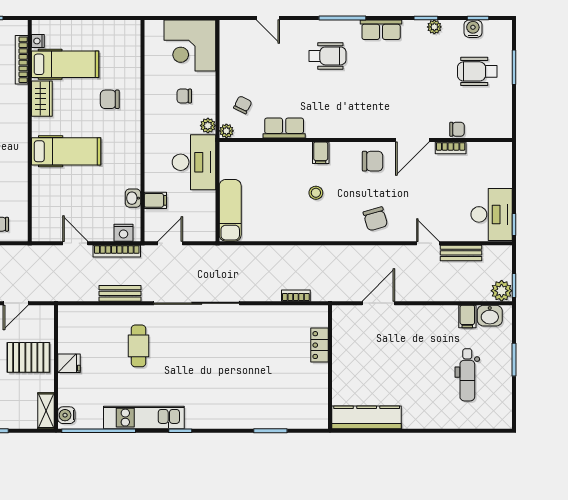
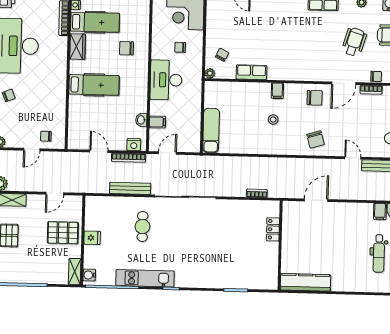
wheelchair: (327, 56) -> (354, 42), moved, turned -73
plant: (208, 126) -> (197, 69), removed
desk: (194, 162) -> (166, 80), moved, turned 180
bench: (120, 293) -> (130, 188), width x1.36

